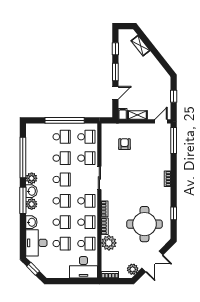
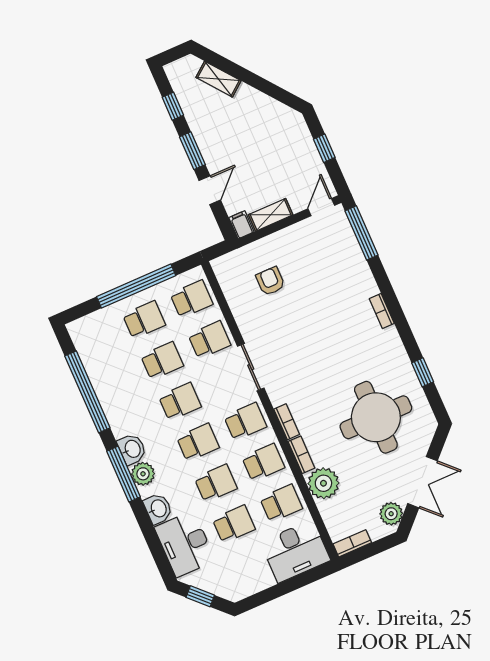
plant: (32, 178) -> (121, 424), removed

